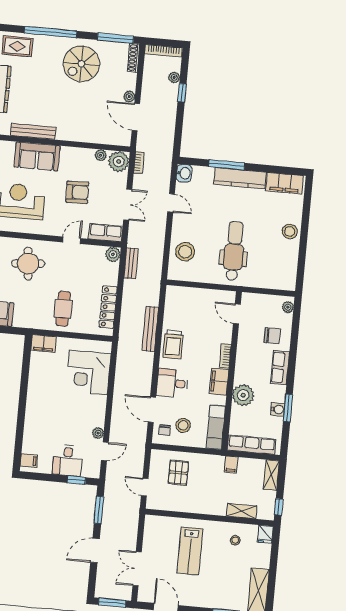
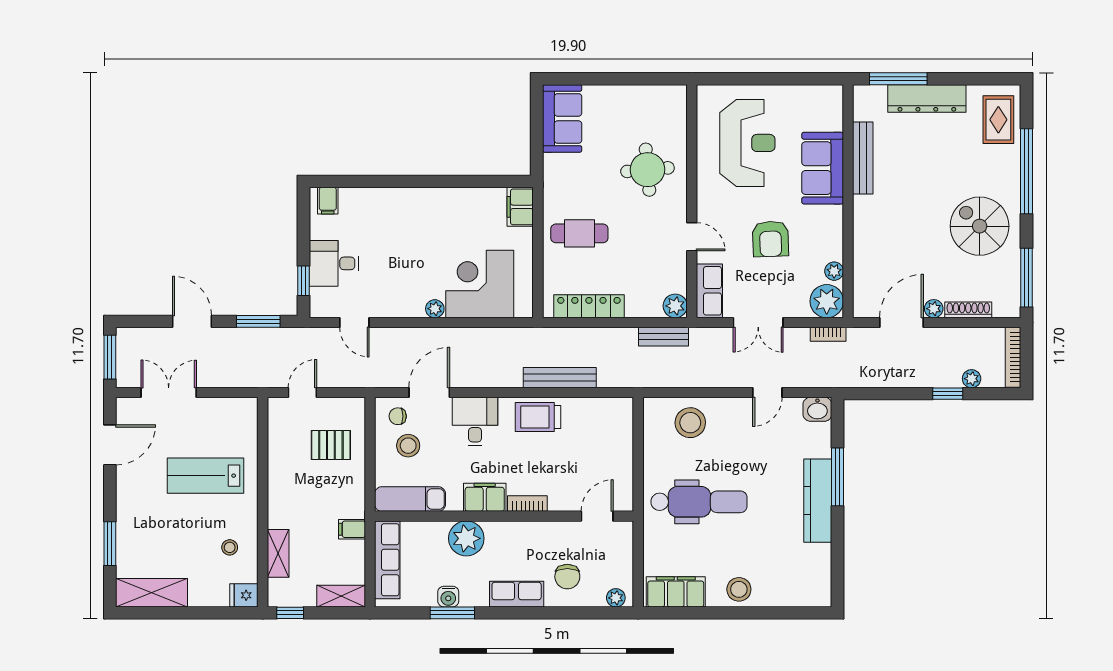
shoe rack: (134, 58) -> (968, 310), moved
filing cabinet: (284, 183) -> (676, 592), moved, turned 90
plant: (98, 433) -> (435, 309), moved

